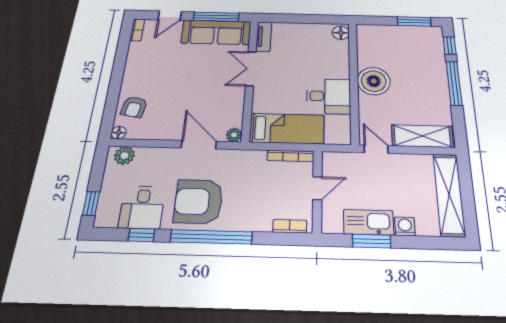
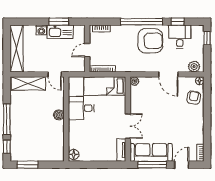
boiler: (374, 81) -> (59, 115), width x0.54, depth x0.54
door: (199, 145) -> (168, 74), moved

